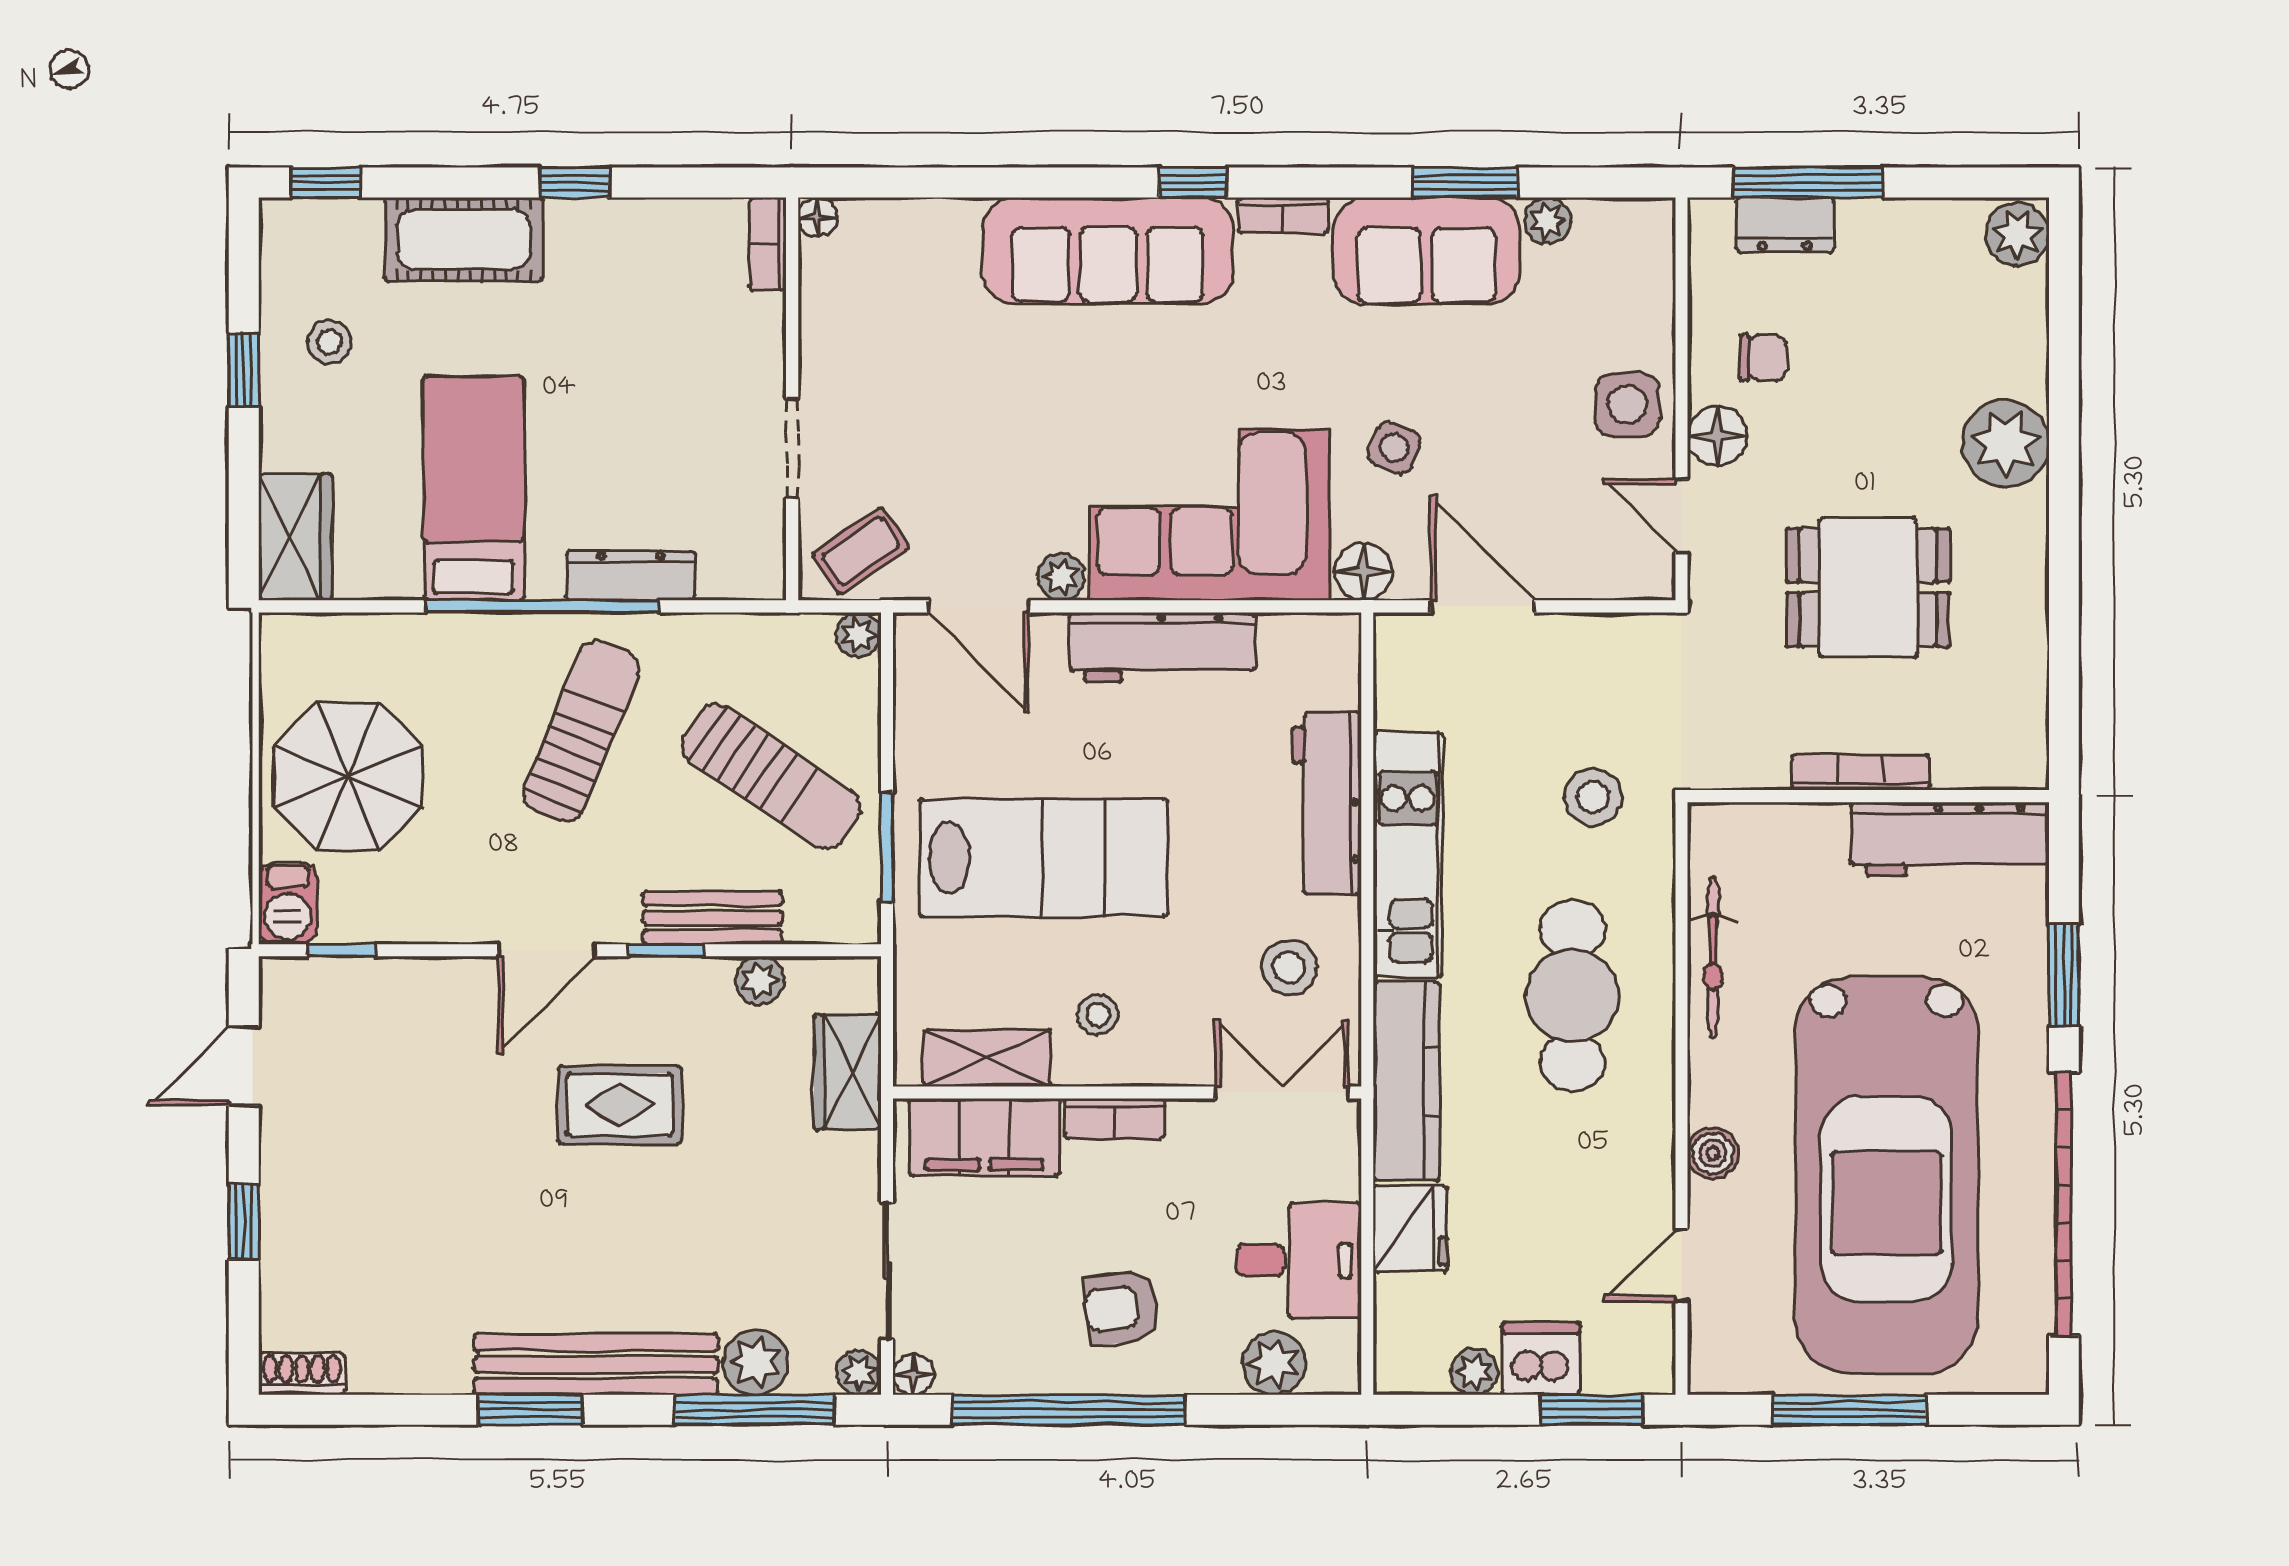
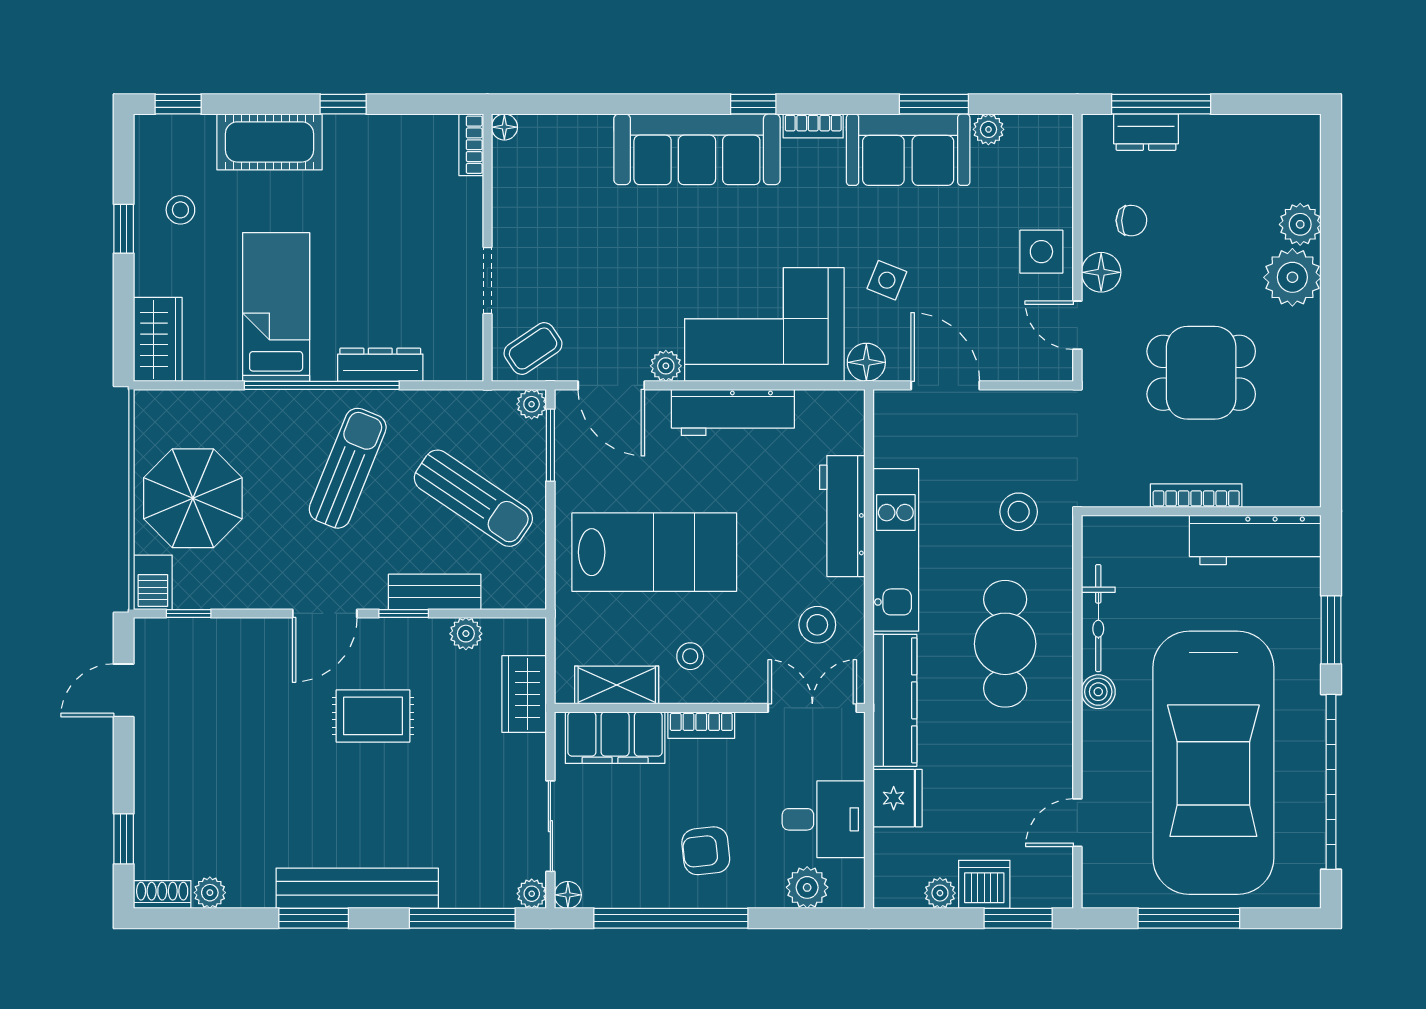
plant: (2017, 234) -> (1300, 224), moved
window: (887, 847) -> (550, 445), moved
boiler: (1713, 1153) -> (1098, 692), moved
window: (244, 1222) -> (124, 839), moved
plant: (755, 1362) -> (210, 893), moved, width x0.73, depth x0.73

